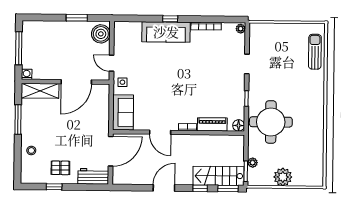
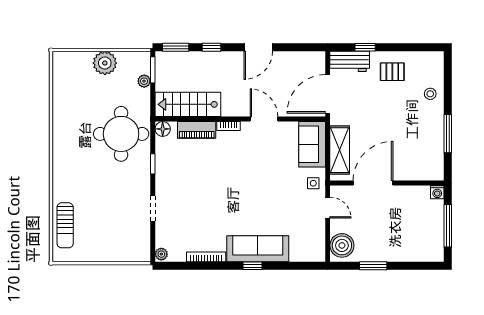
shelving: (40, 91) -> (340, 150), moved, turned 90
stairs: (219, 176) -> (188, 104), moved, turned 180
window: (54, 187) -> (365, 47), moved

